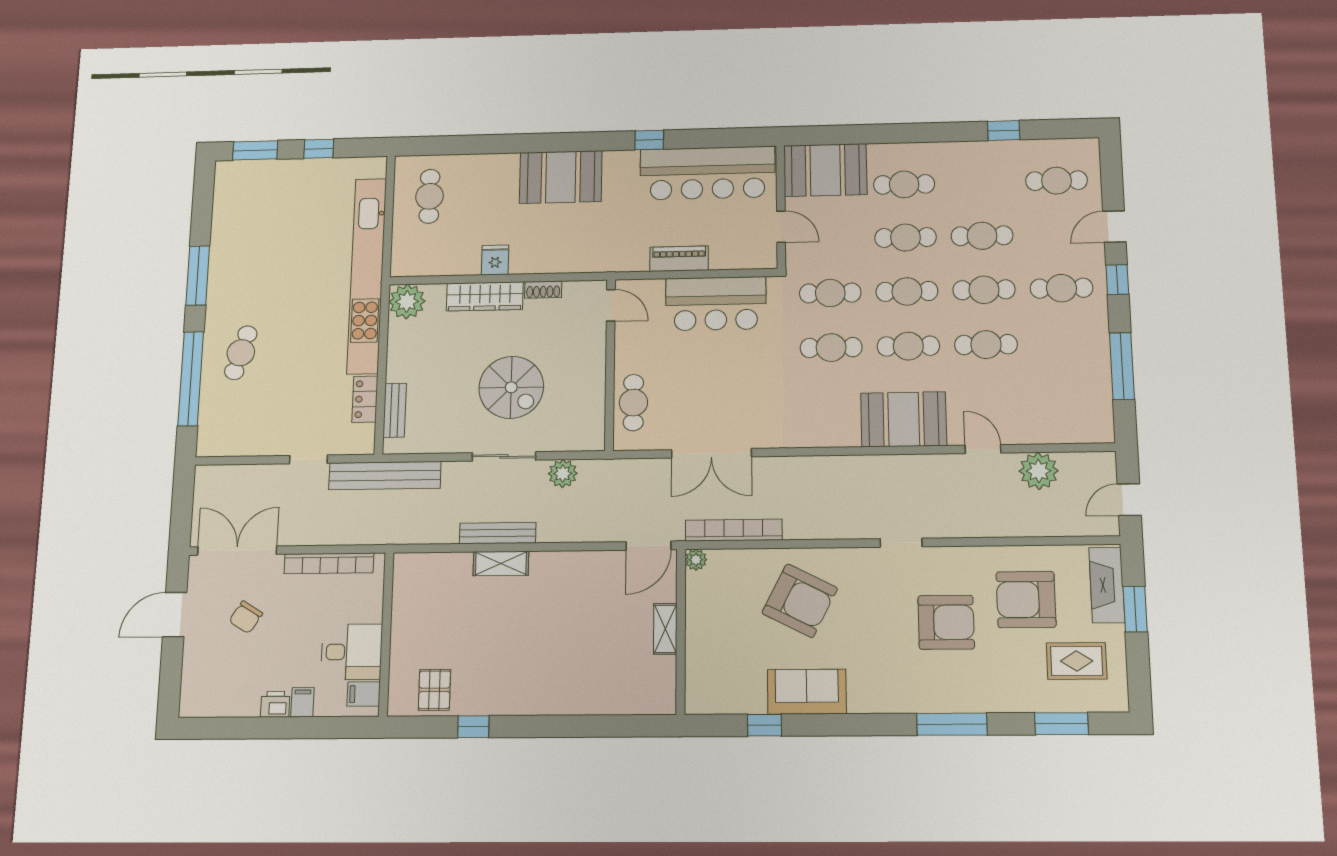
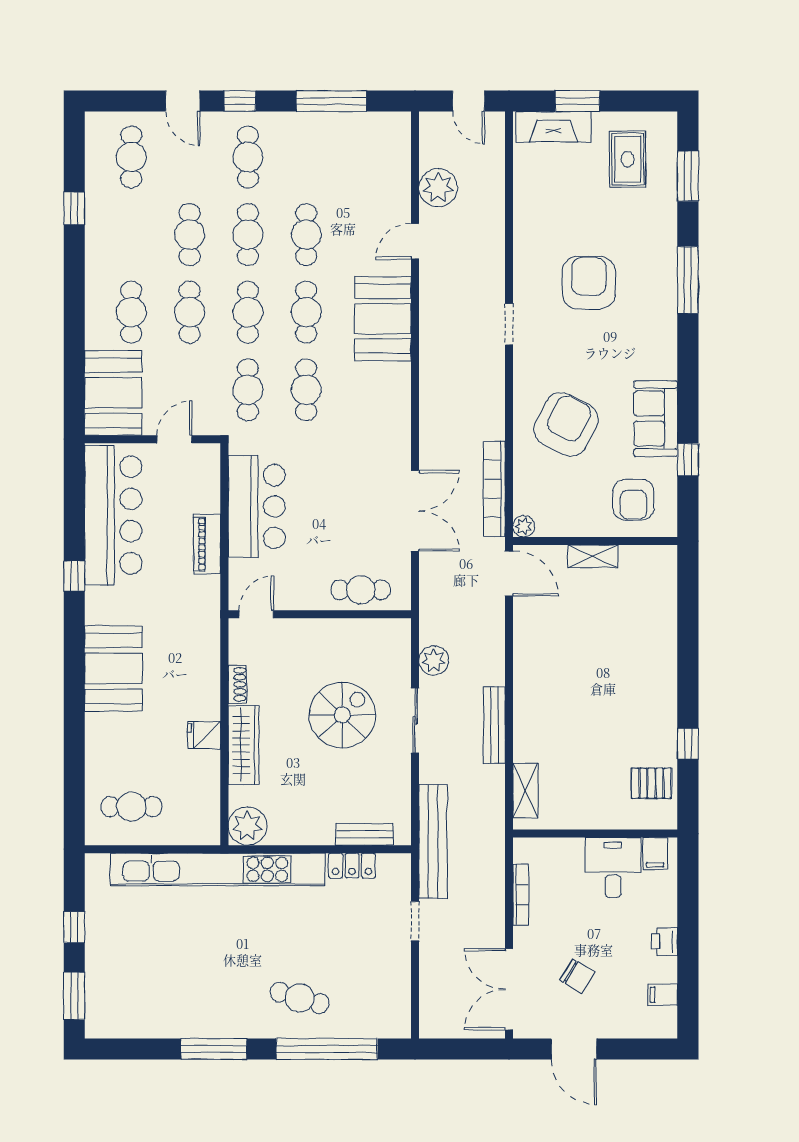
bookcase: (329, 563) -> (521, 895), width x0.68, depth x0.76
shelving: (501, 563) -> (525, 791), moved
armchair: (1026, 600) -> (633, 500), moved, width x0.73, depth x0.73
filing cabinet: (302, 702) -> (663, 995), moved

